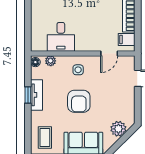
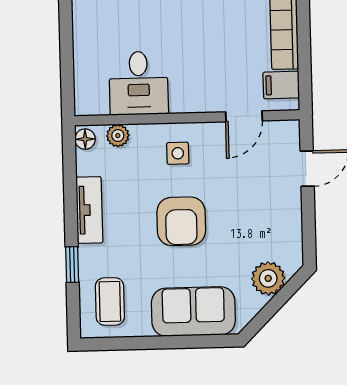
window: (28, 95) -> (72, 265), moved

